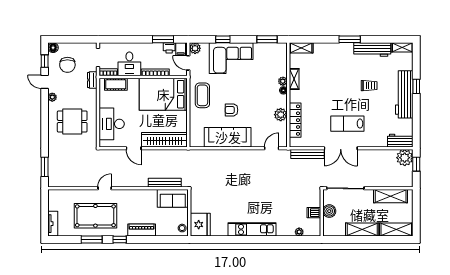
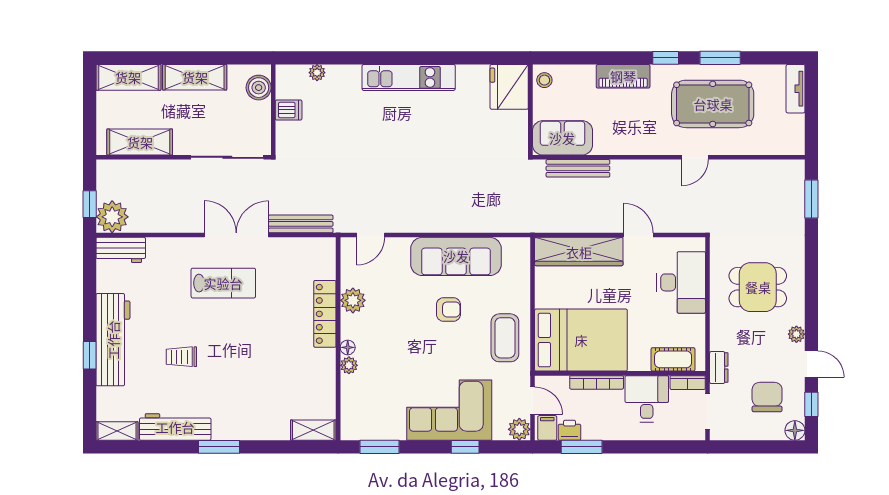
shelving: (294, 79) -> (327, 370), removed
locker: (295, 120) -> (325, 314), moved
boiler: (329, 211) -> (259, 88), moved

